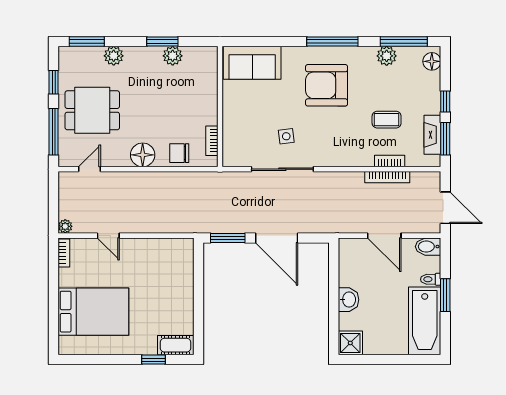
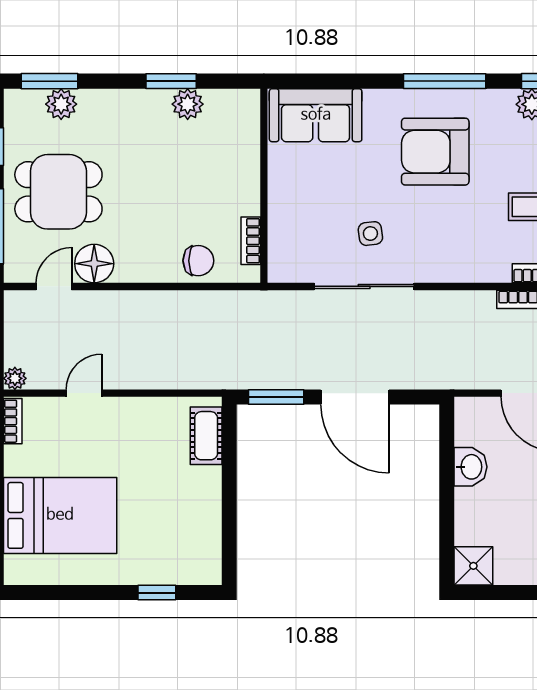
plant: (114, 56) -> (61, 104), moved
chair: (179, 153) -> (198, 261), turned 180
floor lamp: (143, 155) -> (94, 264), moved
door: (108, 236) -> (84, 393), swing flipped
washbasin: (348, 300) -> (470, 467), moved
cot: (175, 345) -> (206, 436), moved, turned 90

